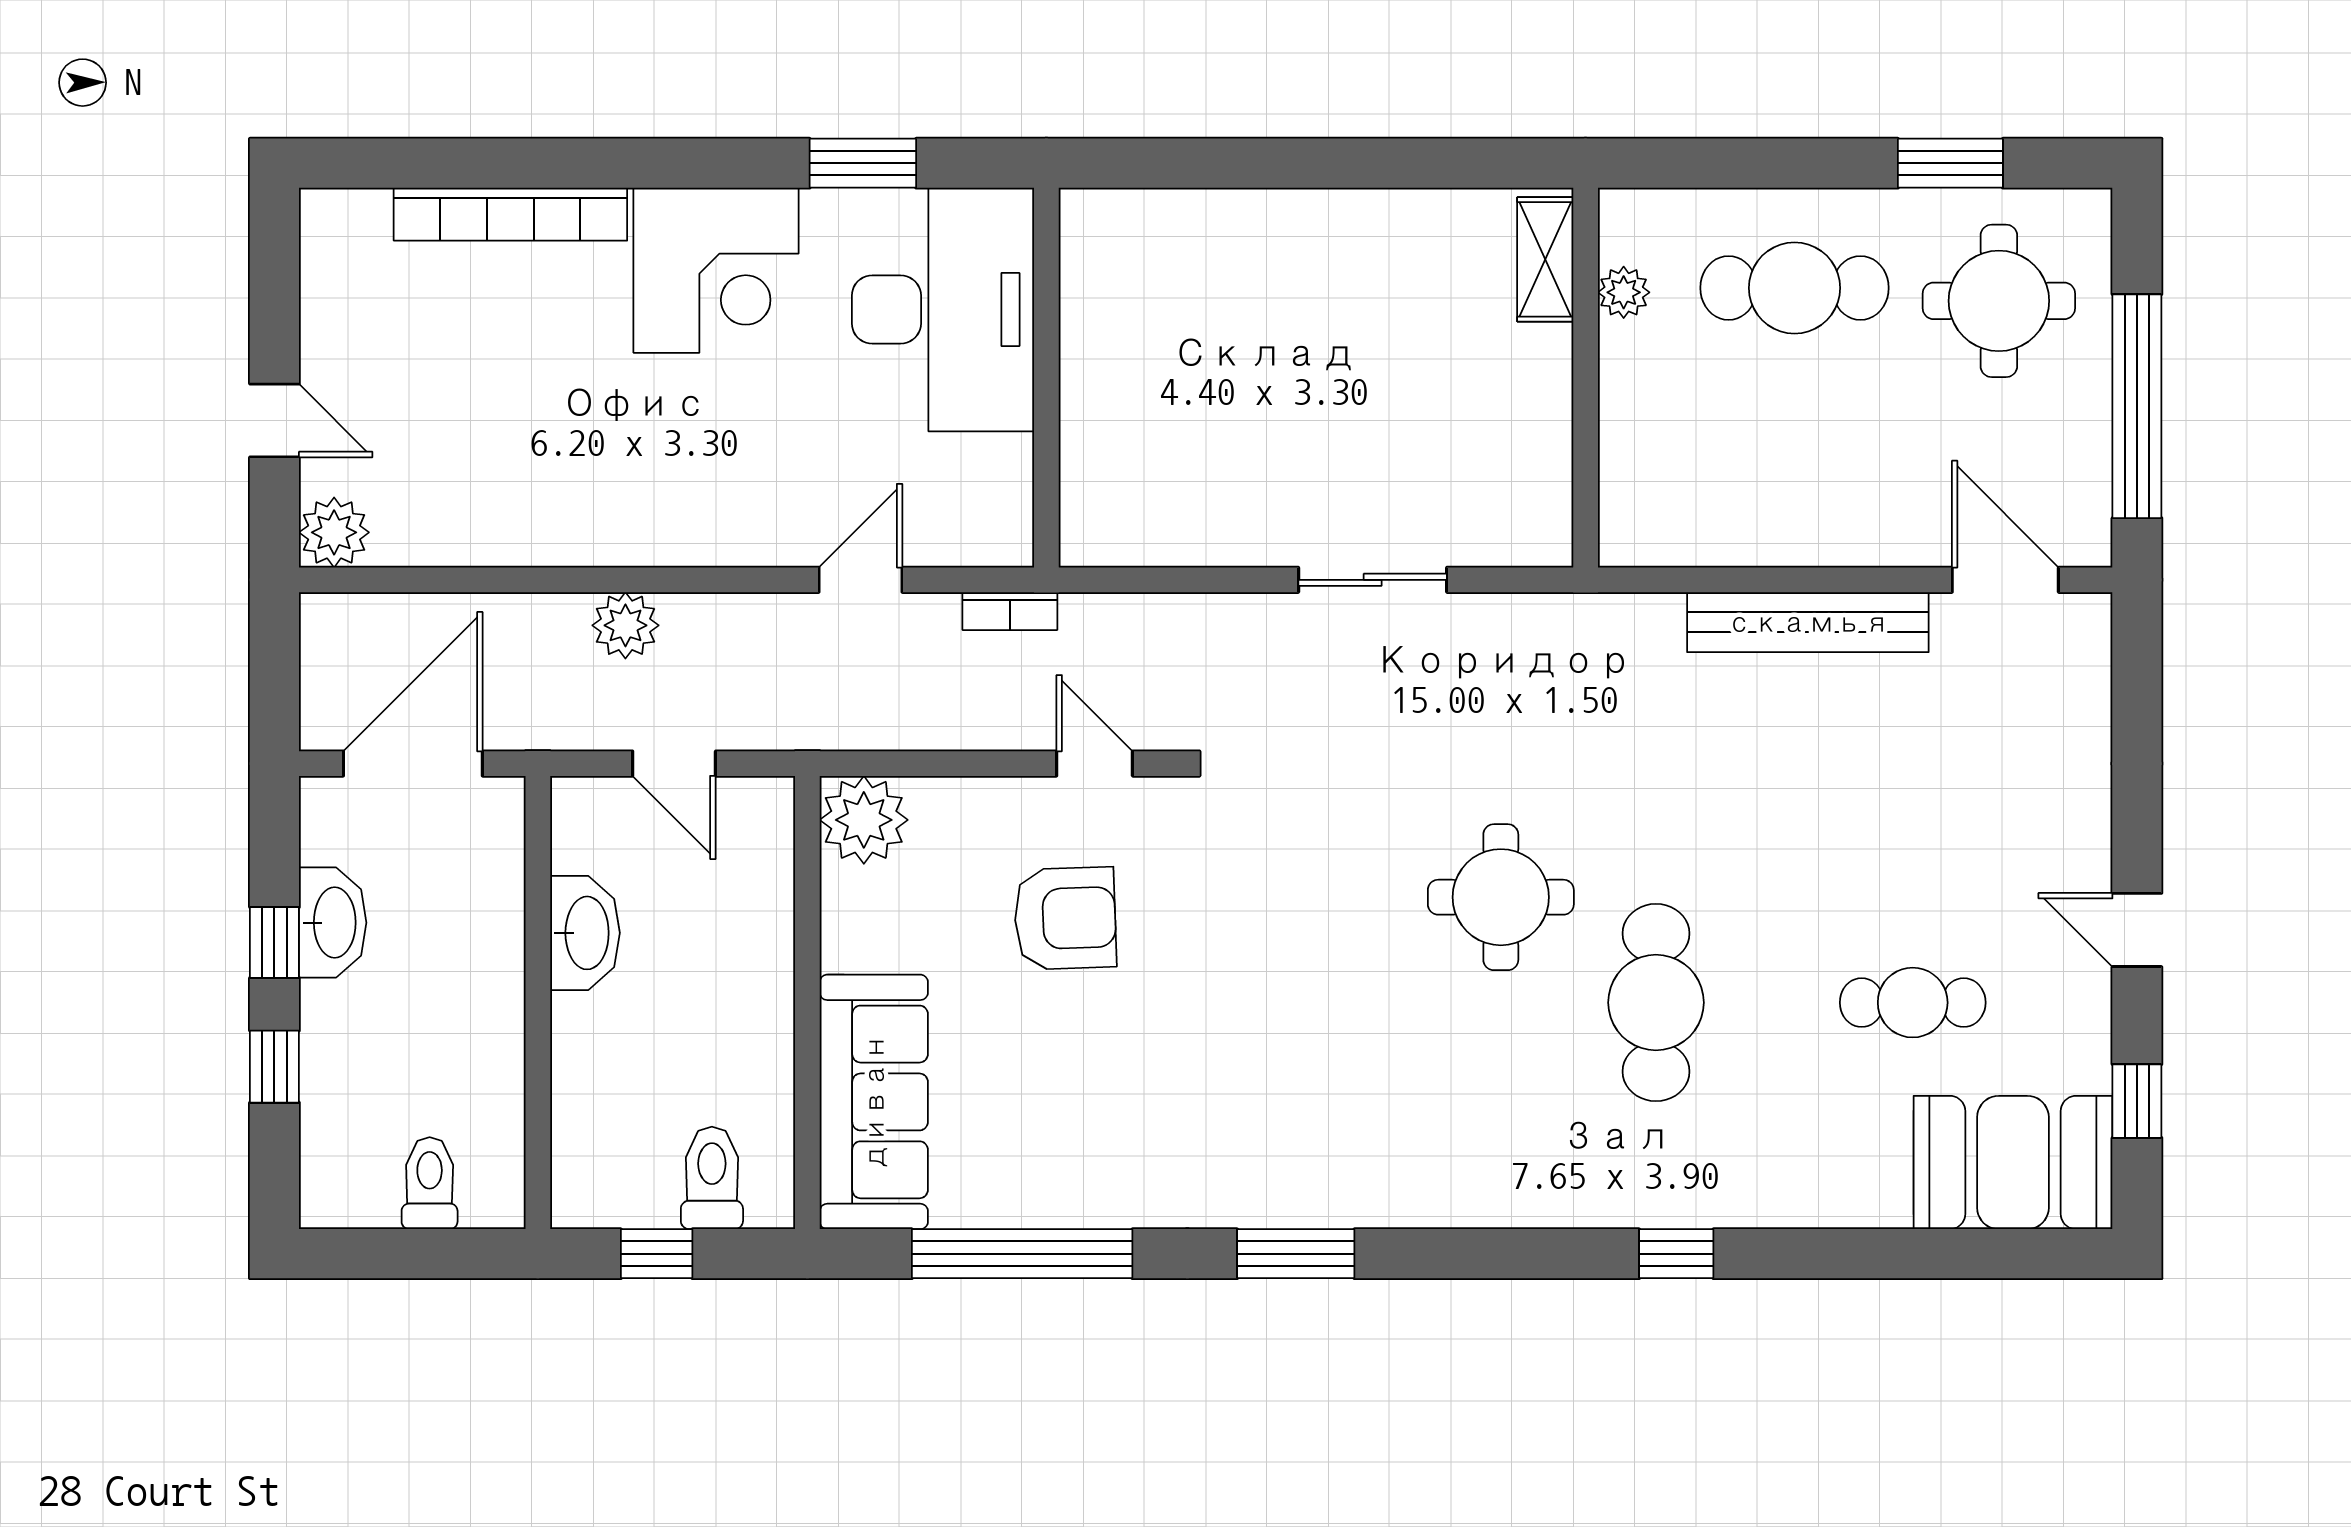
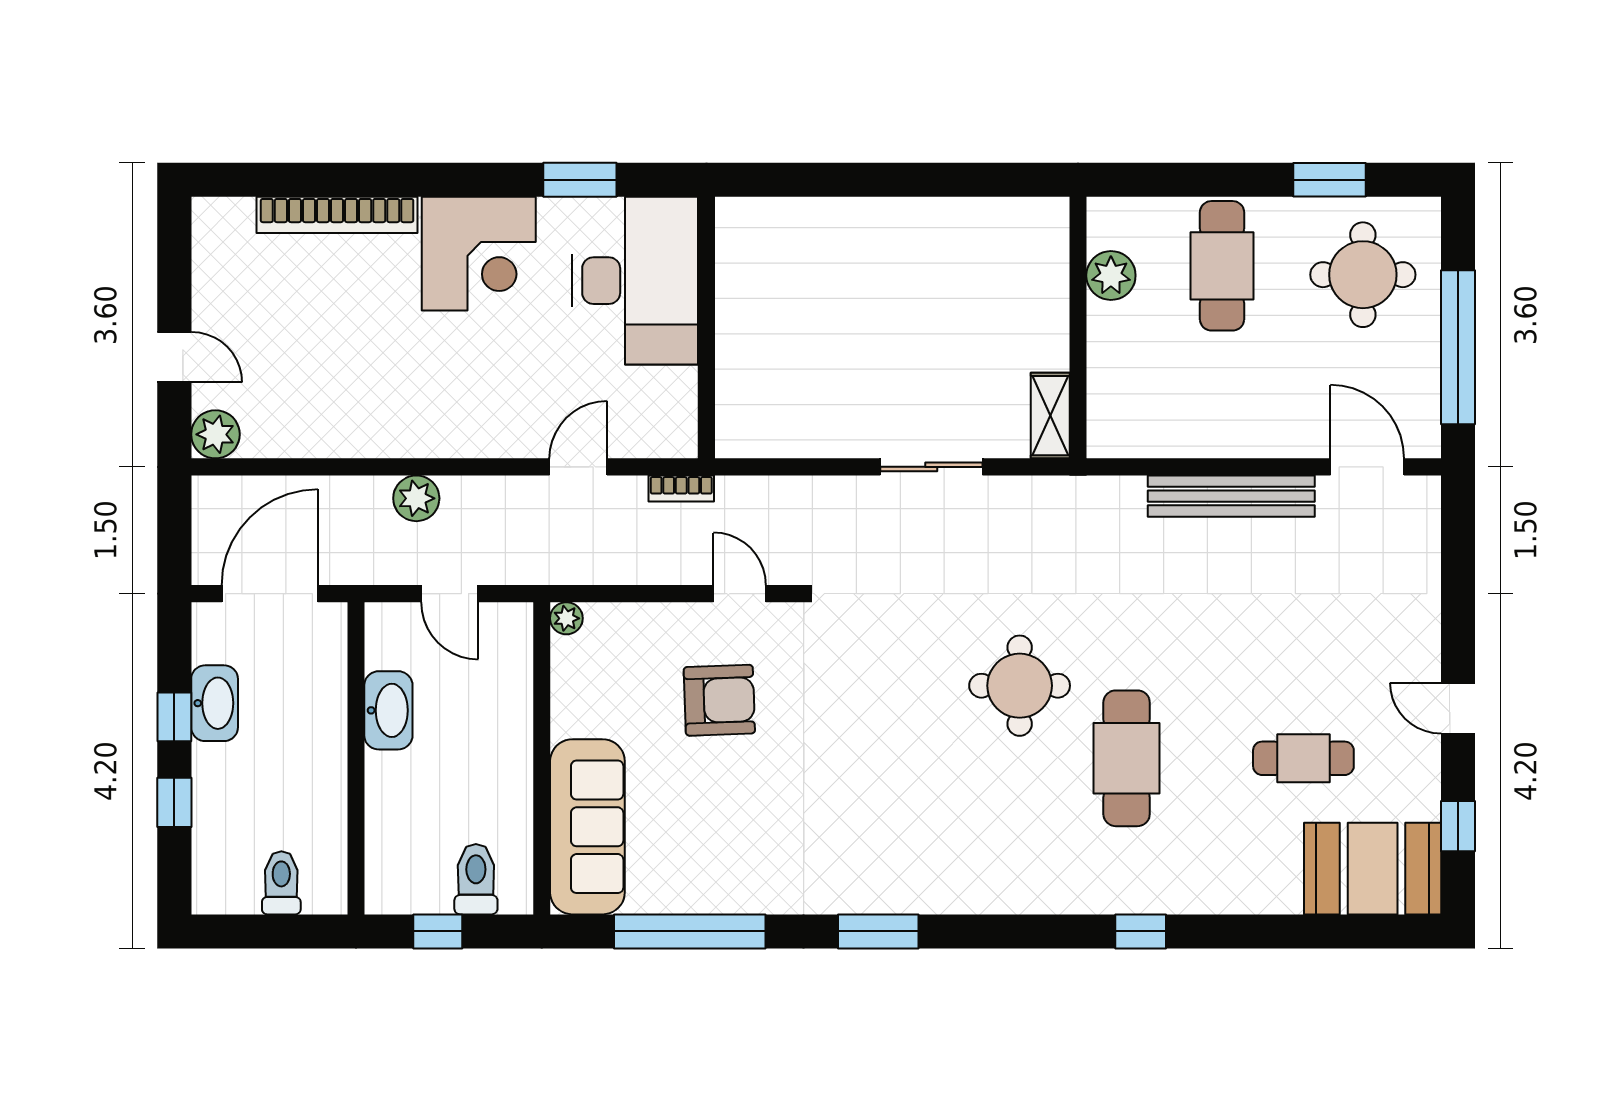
shelving: (1545, 259) -> (1050, 416), moved
cafe table: (1794, 288) -> (1222, 266), turned 90
plant: (1624, 292) -> (1111, 275), width x1.38, depth x1.38
plant: (864, 820) -> (566, 618), width x0.53, depth x0.53

